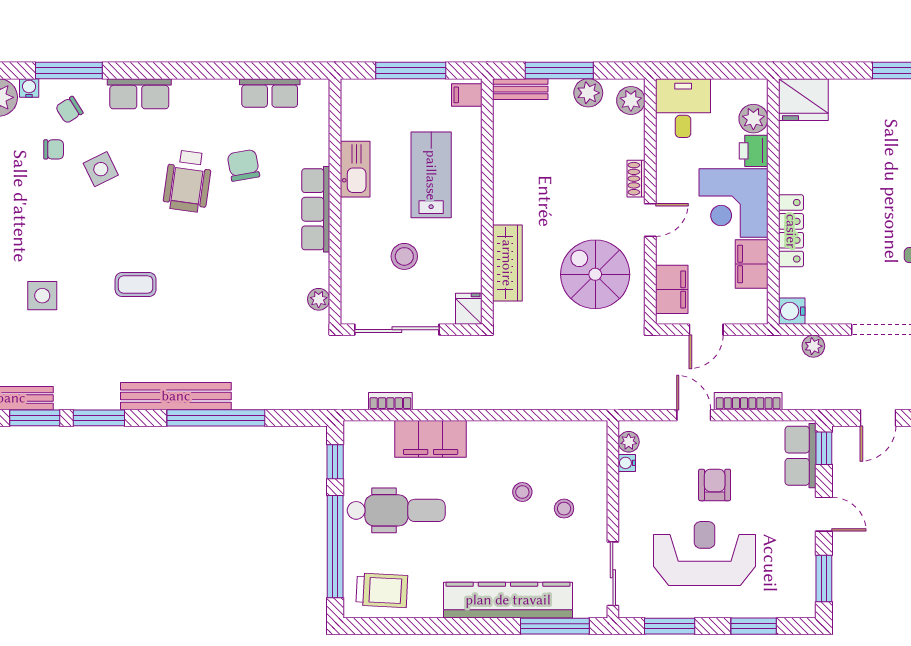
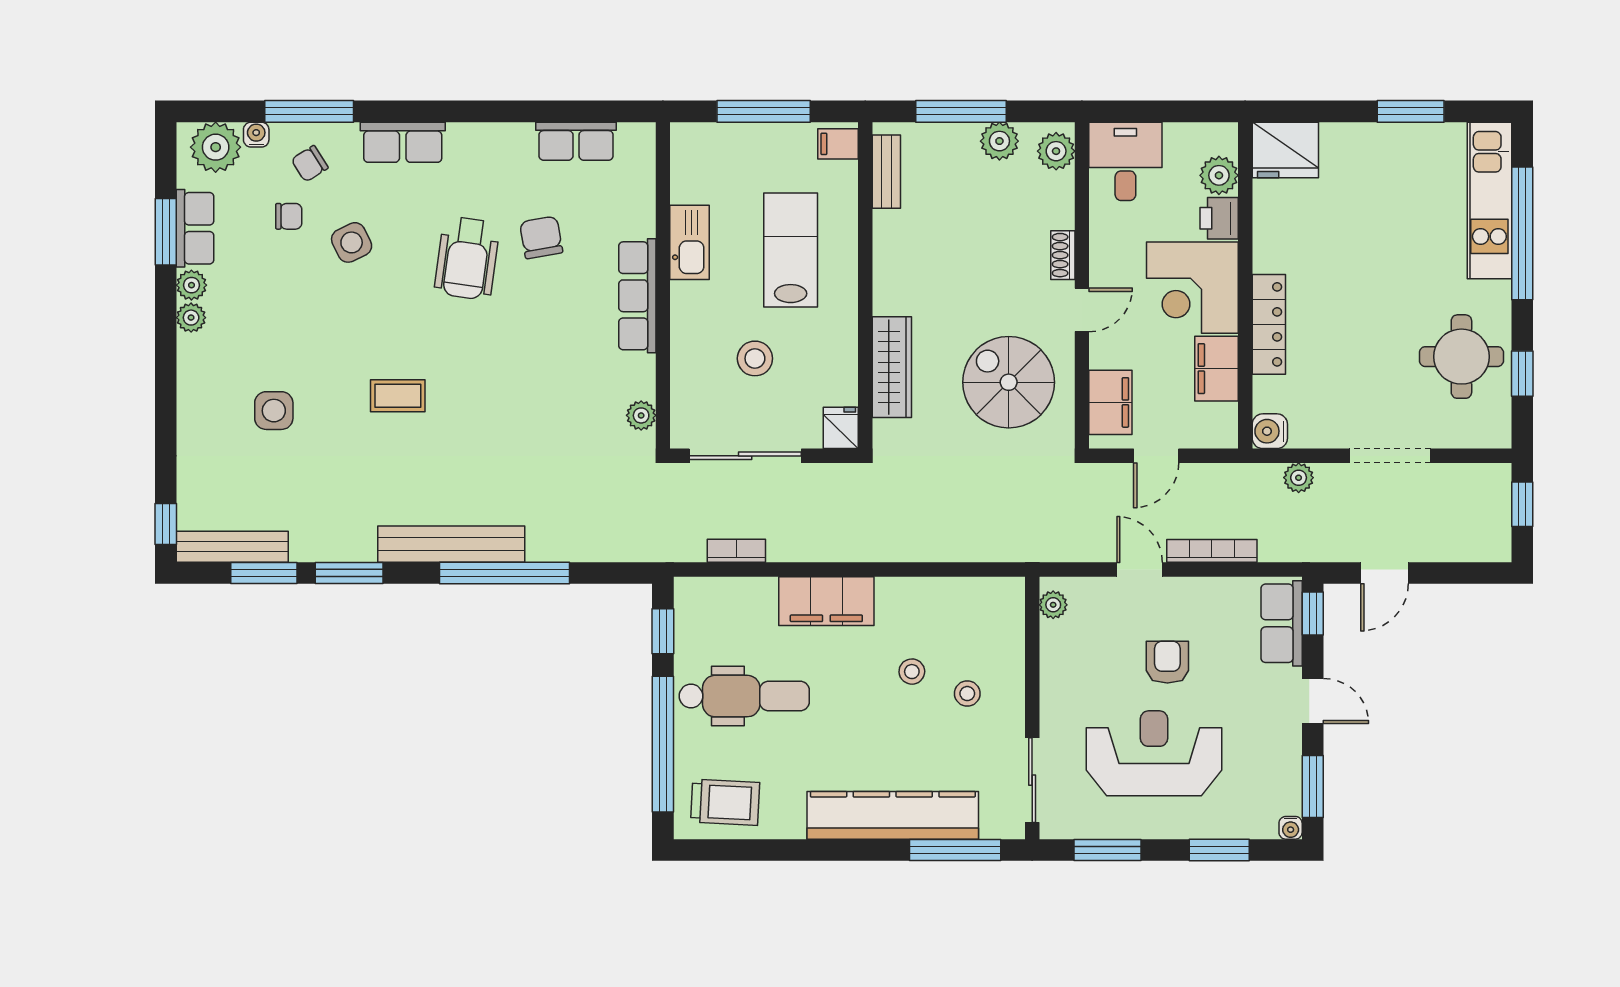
bench: (520, 89) -> (886, 172), moved, turned 90
filing cabinet: (431, 439) -> (826, 601), moved
water cooler: (627, 463) -> (1291, 828), moved, turned -90

